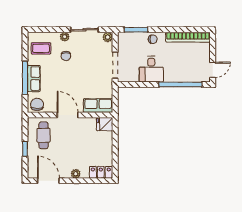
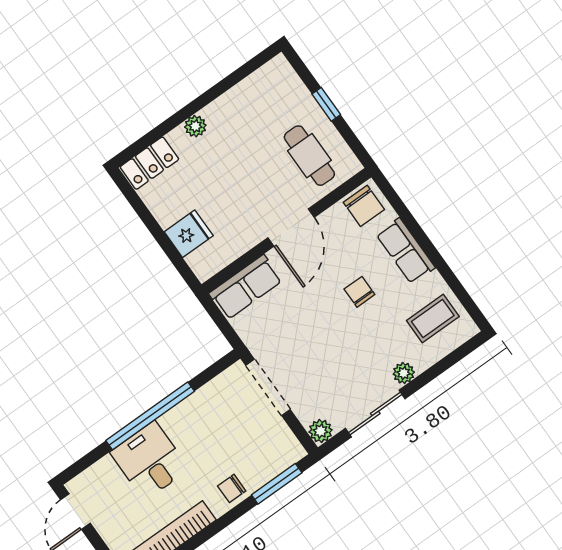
chair: (66, 56) -> (359, 292), moved
desk: (151, 69) -> (150, 461), moved
window: (25, 78) -> (423, 240), removed
window: (180, 84) -> (150, 416), moved
door: (68, 115) -> (291, 227), hinge flipped
fridge: (105, 124) -> (189, 234), moved
door: (48, 181) -> (238, 75), removed

